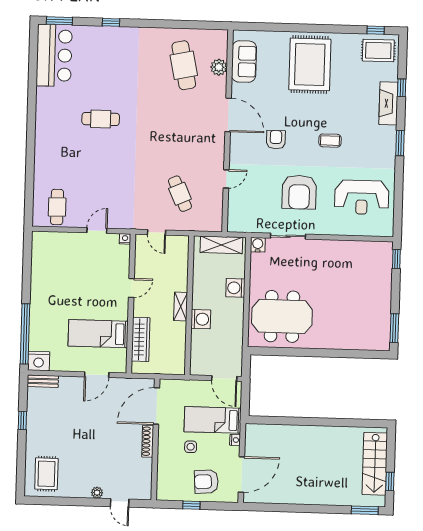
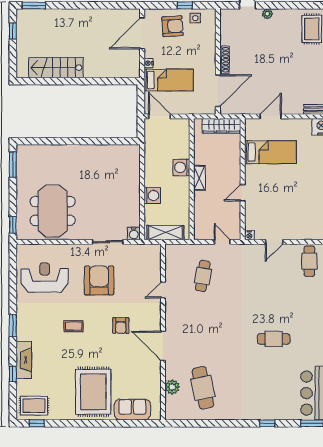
sofa: (244, 62) -> (132, 410), moved, turned 90
cafe table: (180, 194) -> (203, 276), turned 33
meeting table: (282, 316) -> (53, 211), moved, turned 90
wardrobe: (141, 339) -> (221, 126), moved, turned -90
side table: (191, 447) -> (195, 18), moved
stairs: (375, 464) -> (56, 68), moved, turned -90

